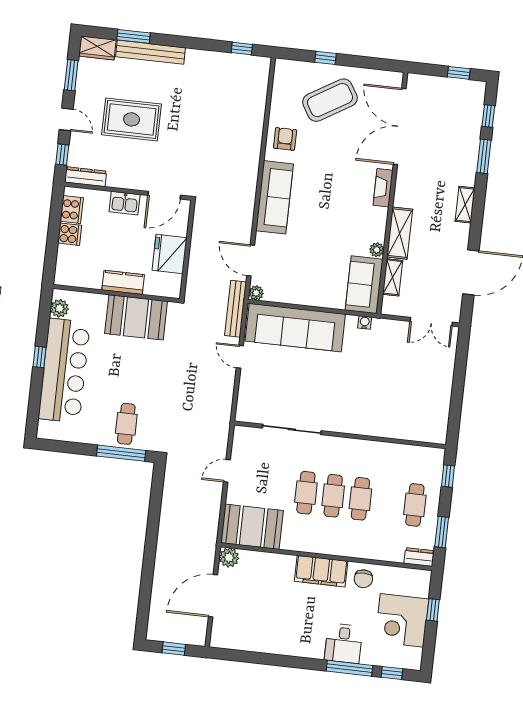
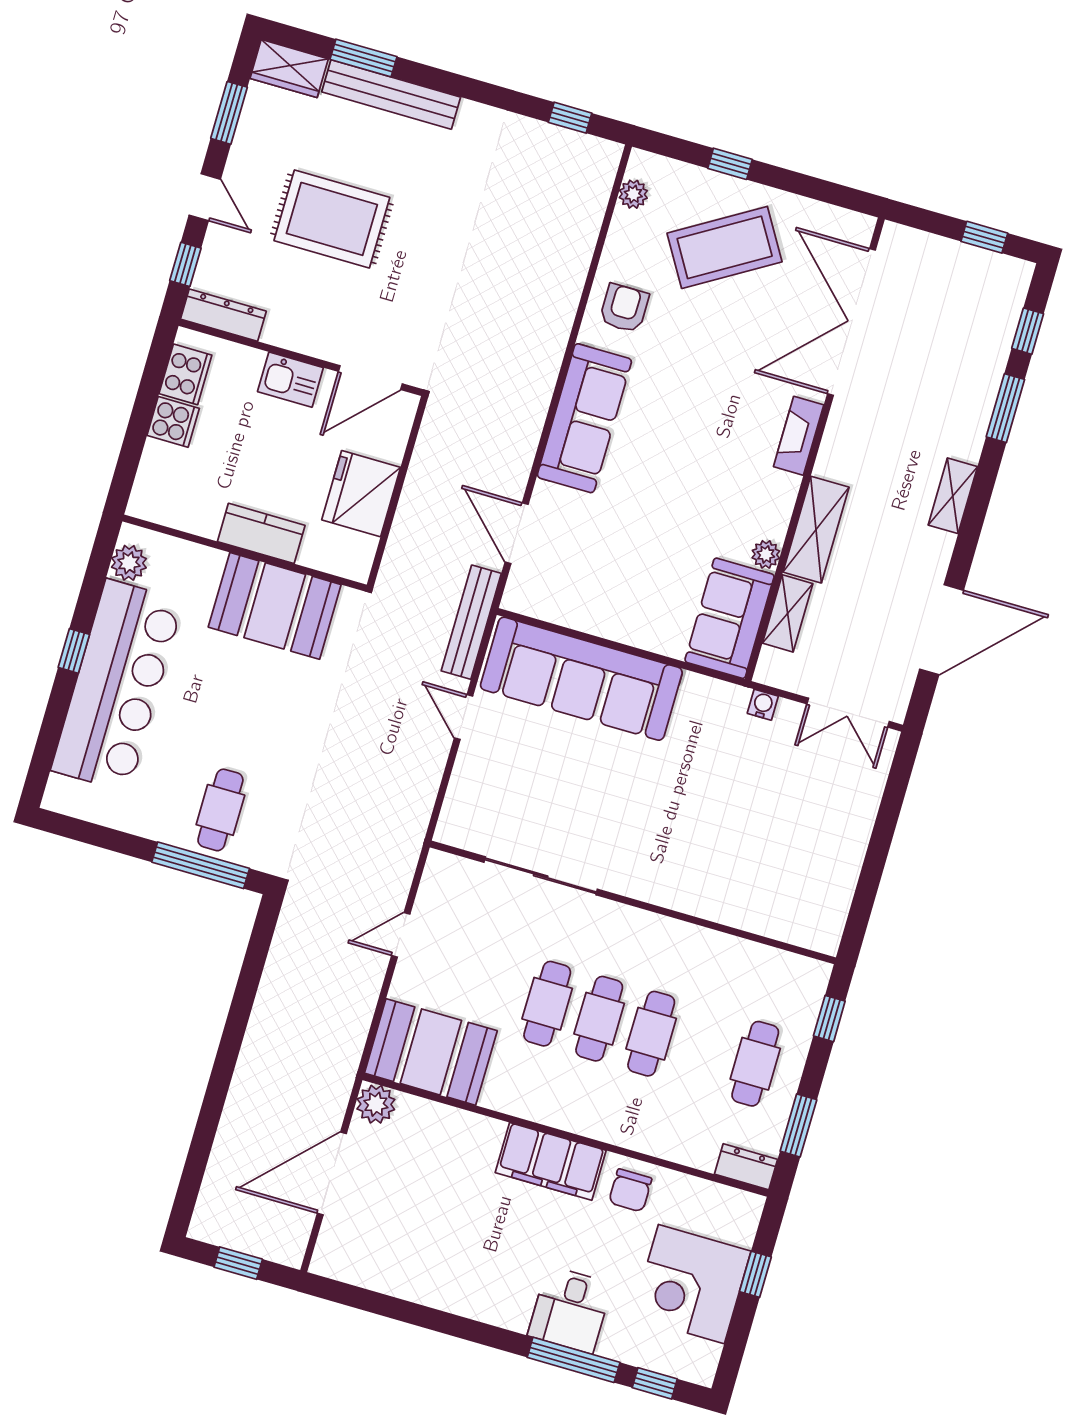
plant: (256, 293) -> (633, 194), moved
water cooler: (365, 322) -> (763, 705), moved

